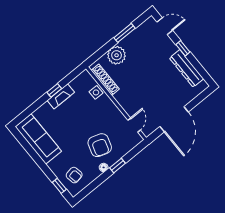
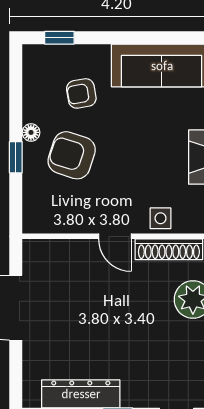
door: (134, 125) -> (115, 236), moved
armchair: (74, 175) -> (81, 93), moved

